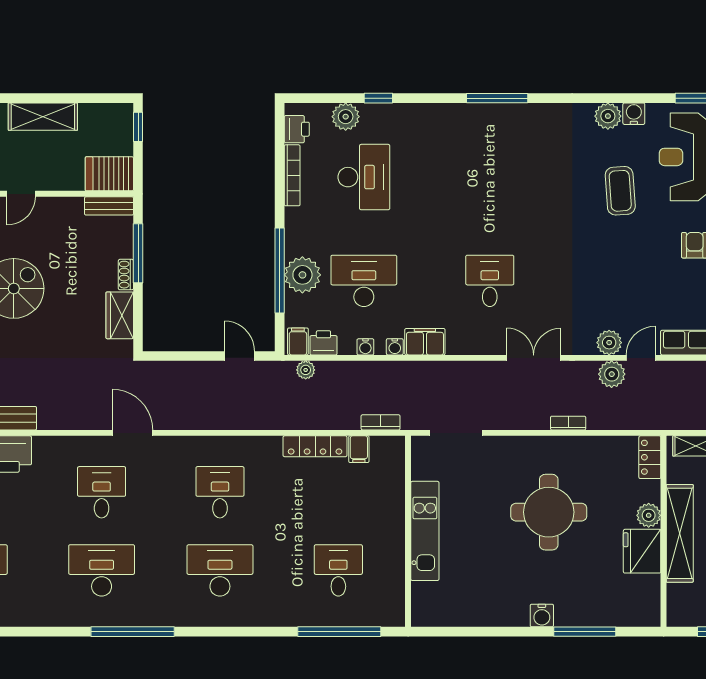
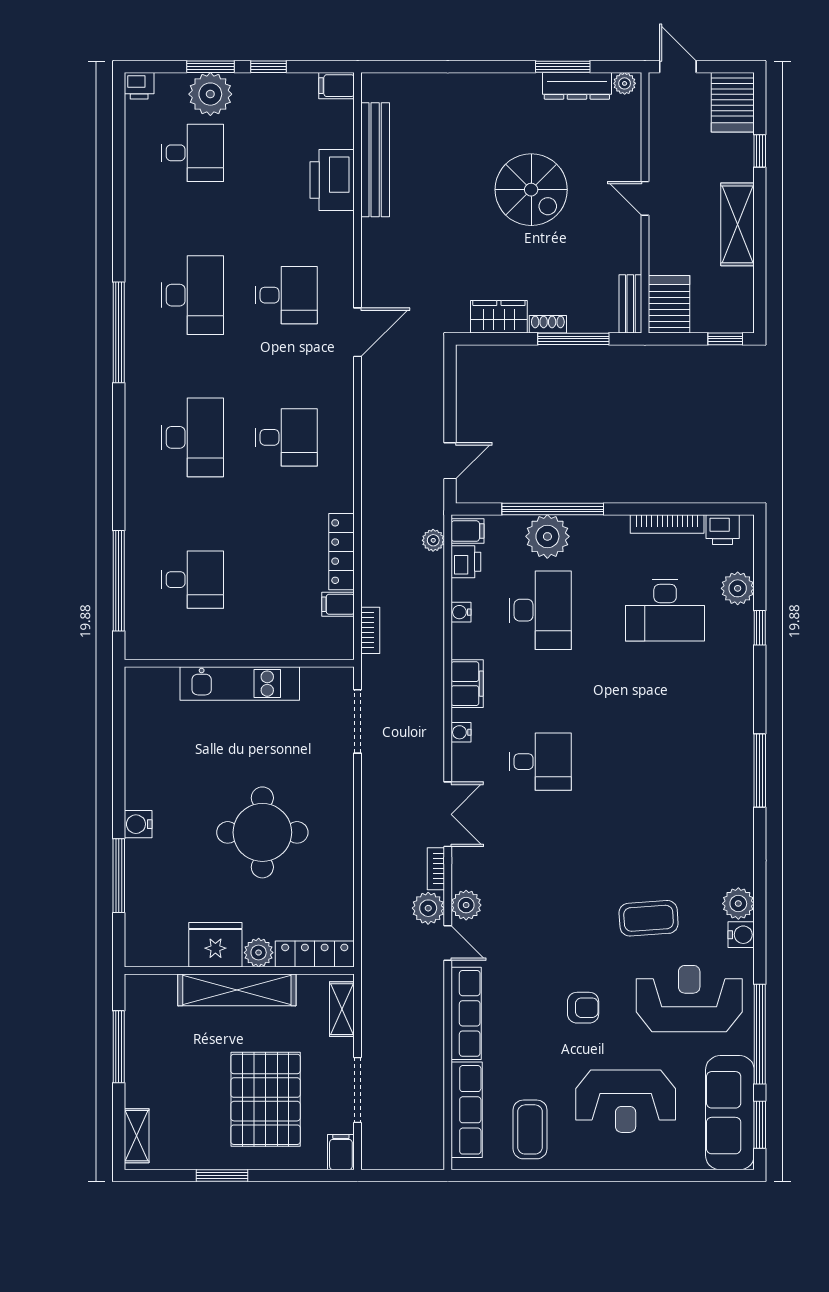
water cooler: (395, 347) -> (461, 732), moved
bookcase: (568, 423) -> (436, 869), moved, turned 180
locker: (650, 457) -> (315, 954), width x1.53

